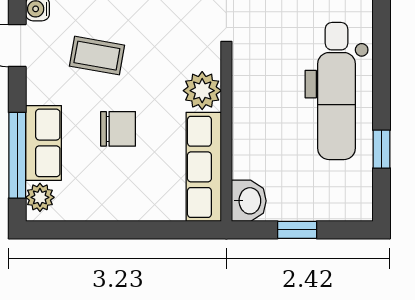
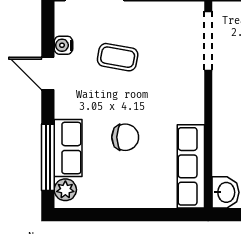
coffee table: (97, 56) -> (118, 57), moved
plant: (202, 91) -> (190, 108), removed

